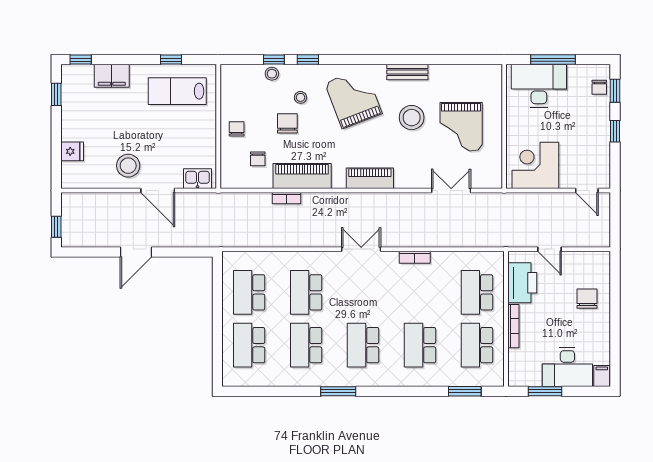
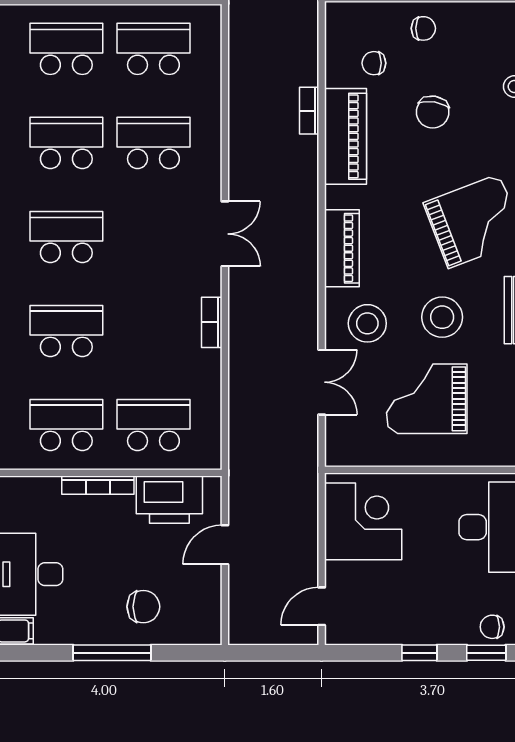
stool: (300, 97) -> (367, 323), moved, width x1.89, depth x1.89
chair: (287, 123) -> (433, 112), turned 99
window: (615, 318) -> (112, 653), added

